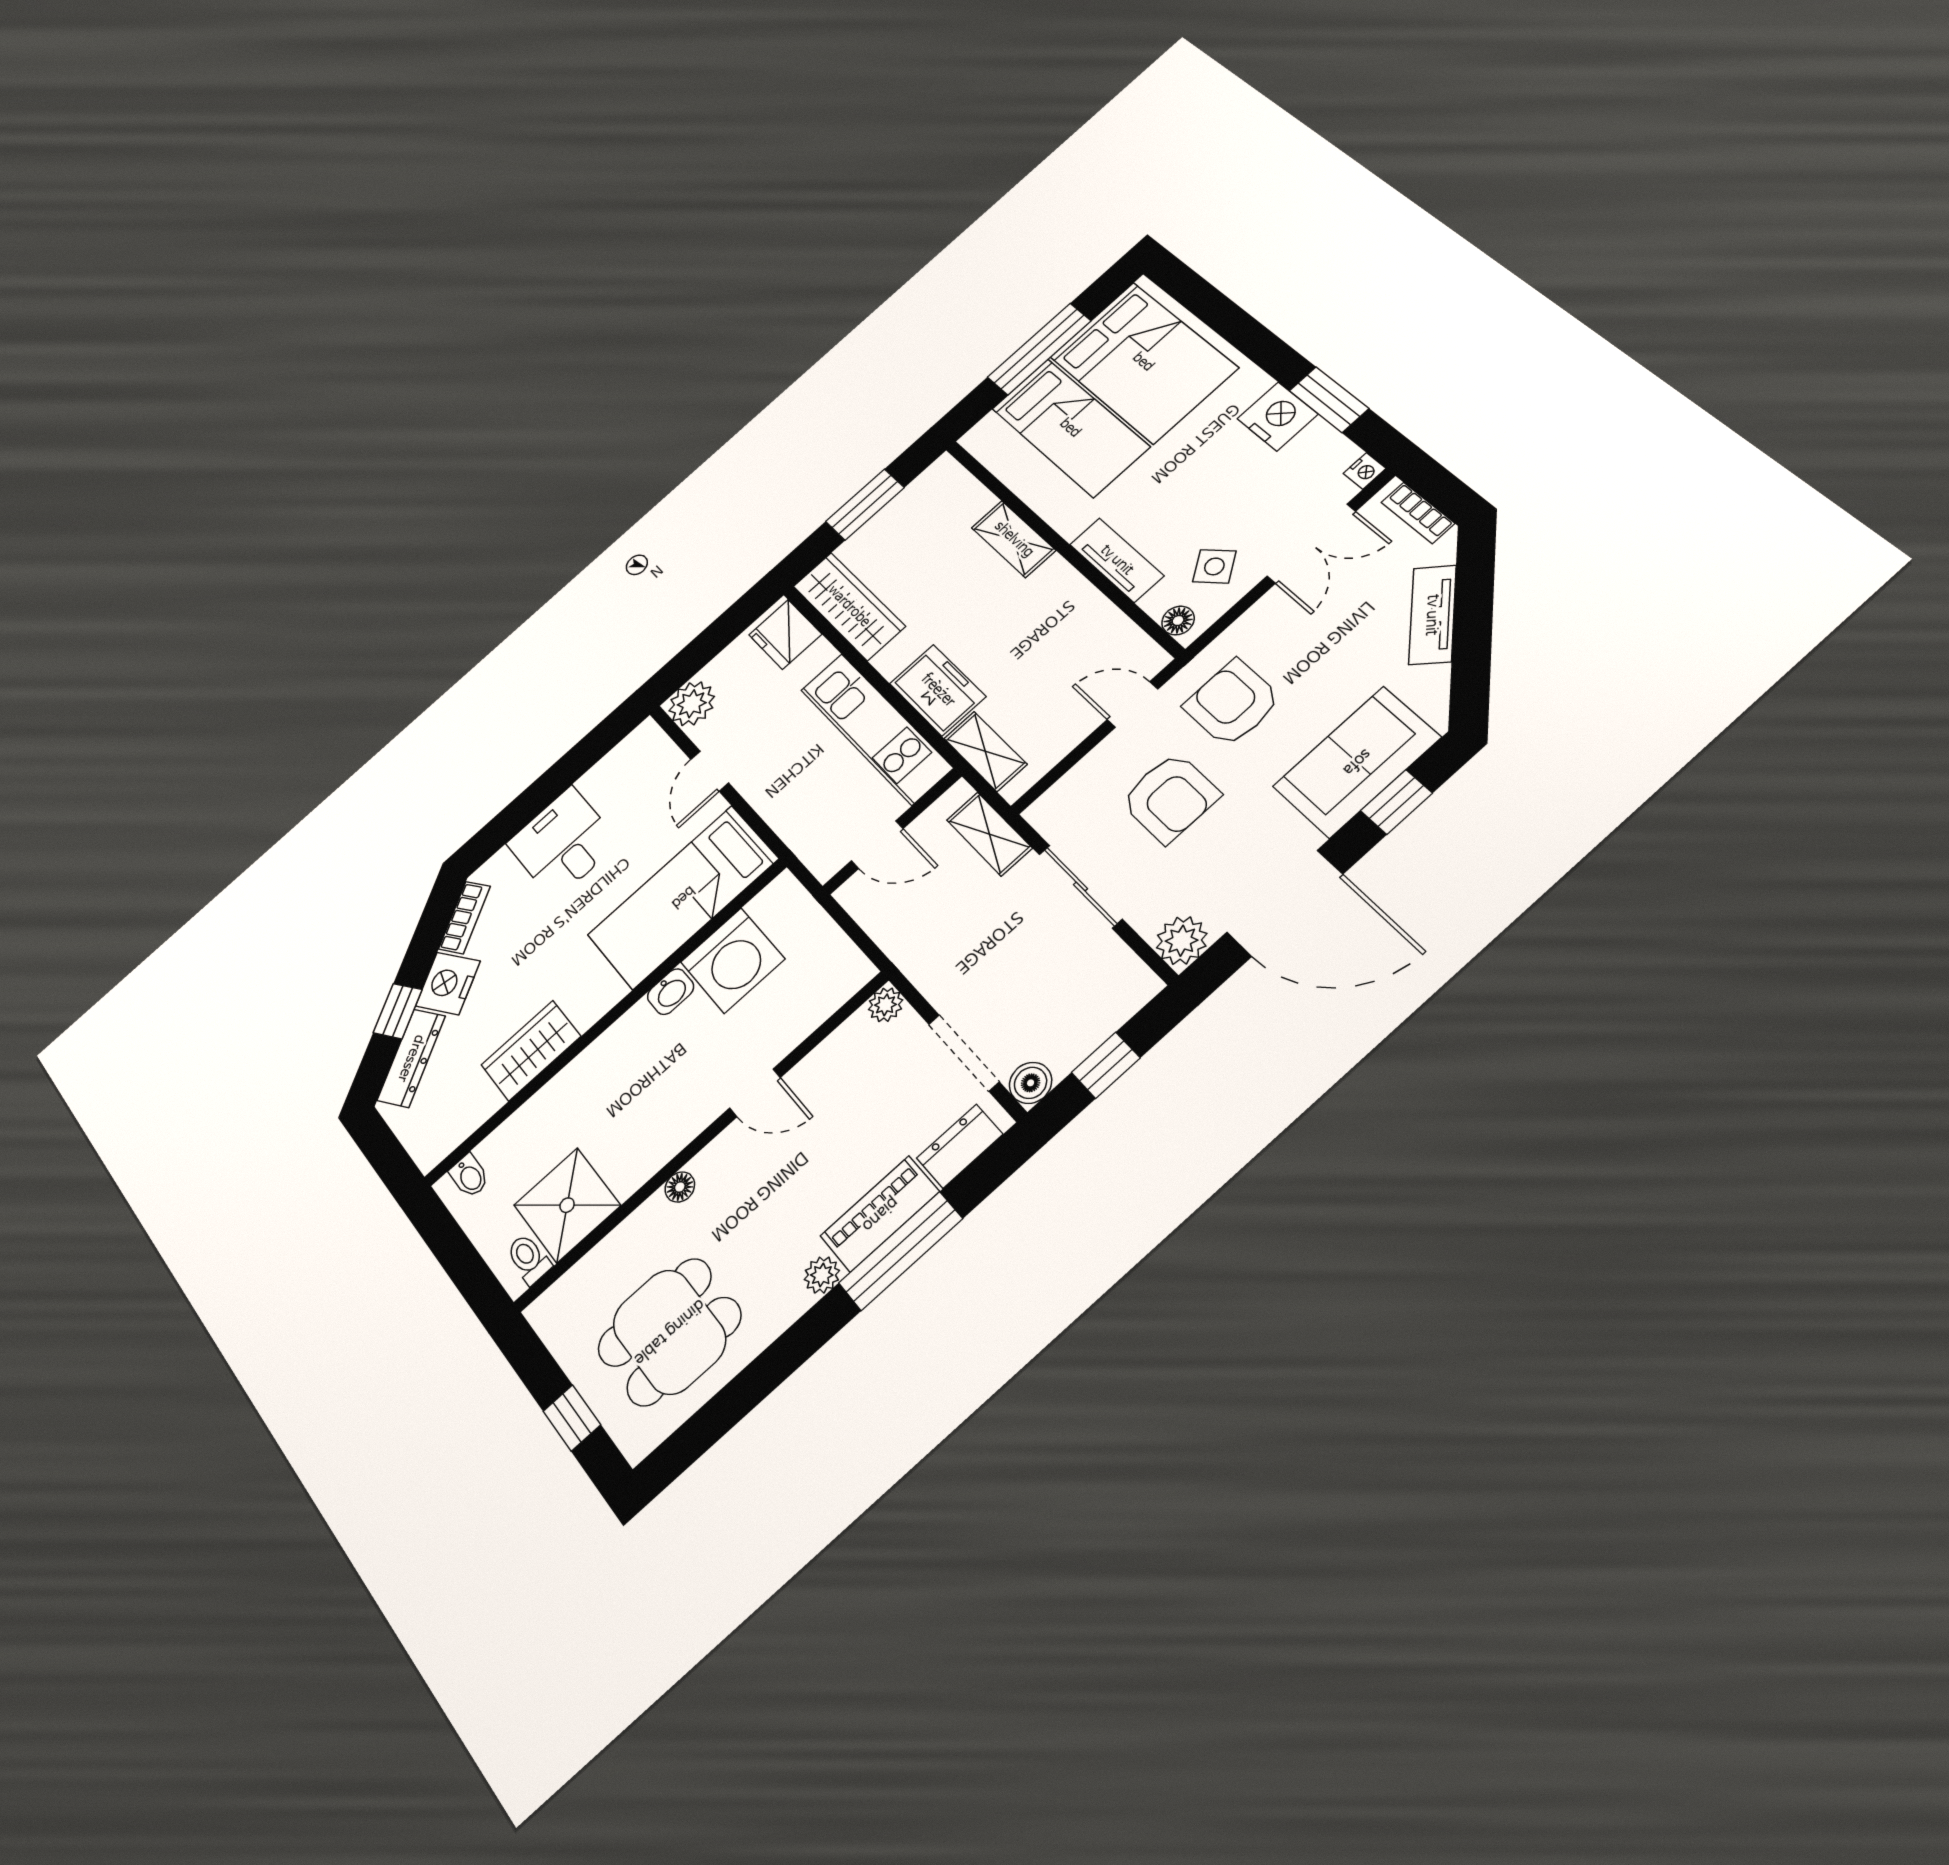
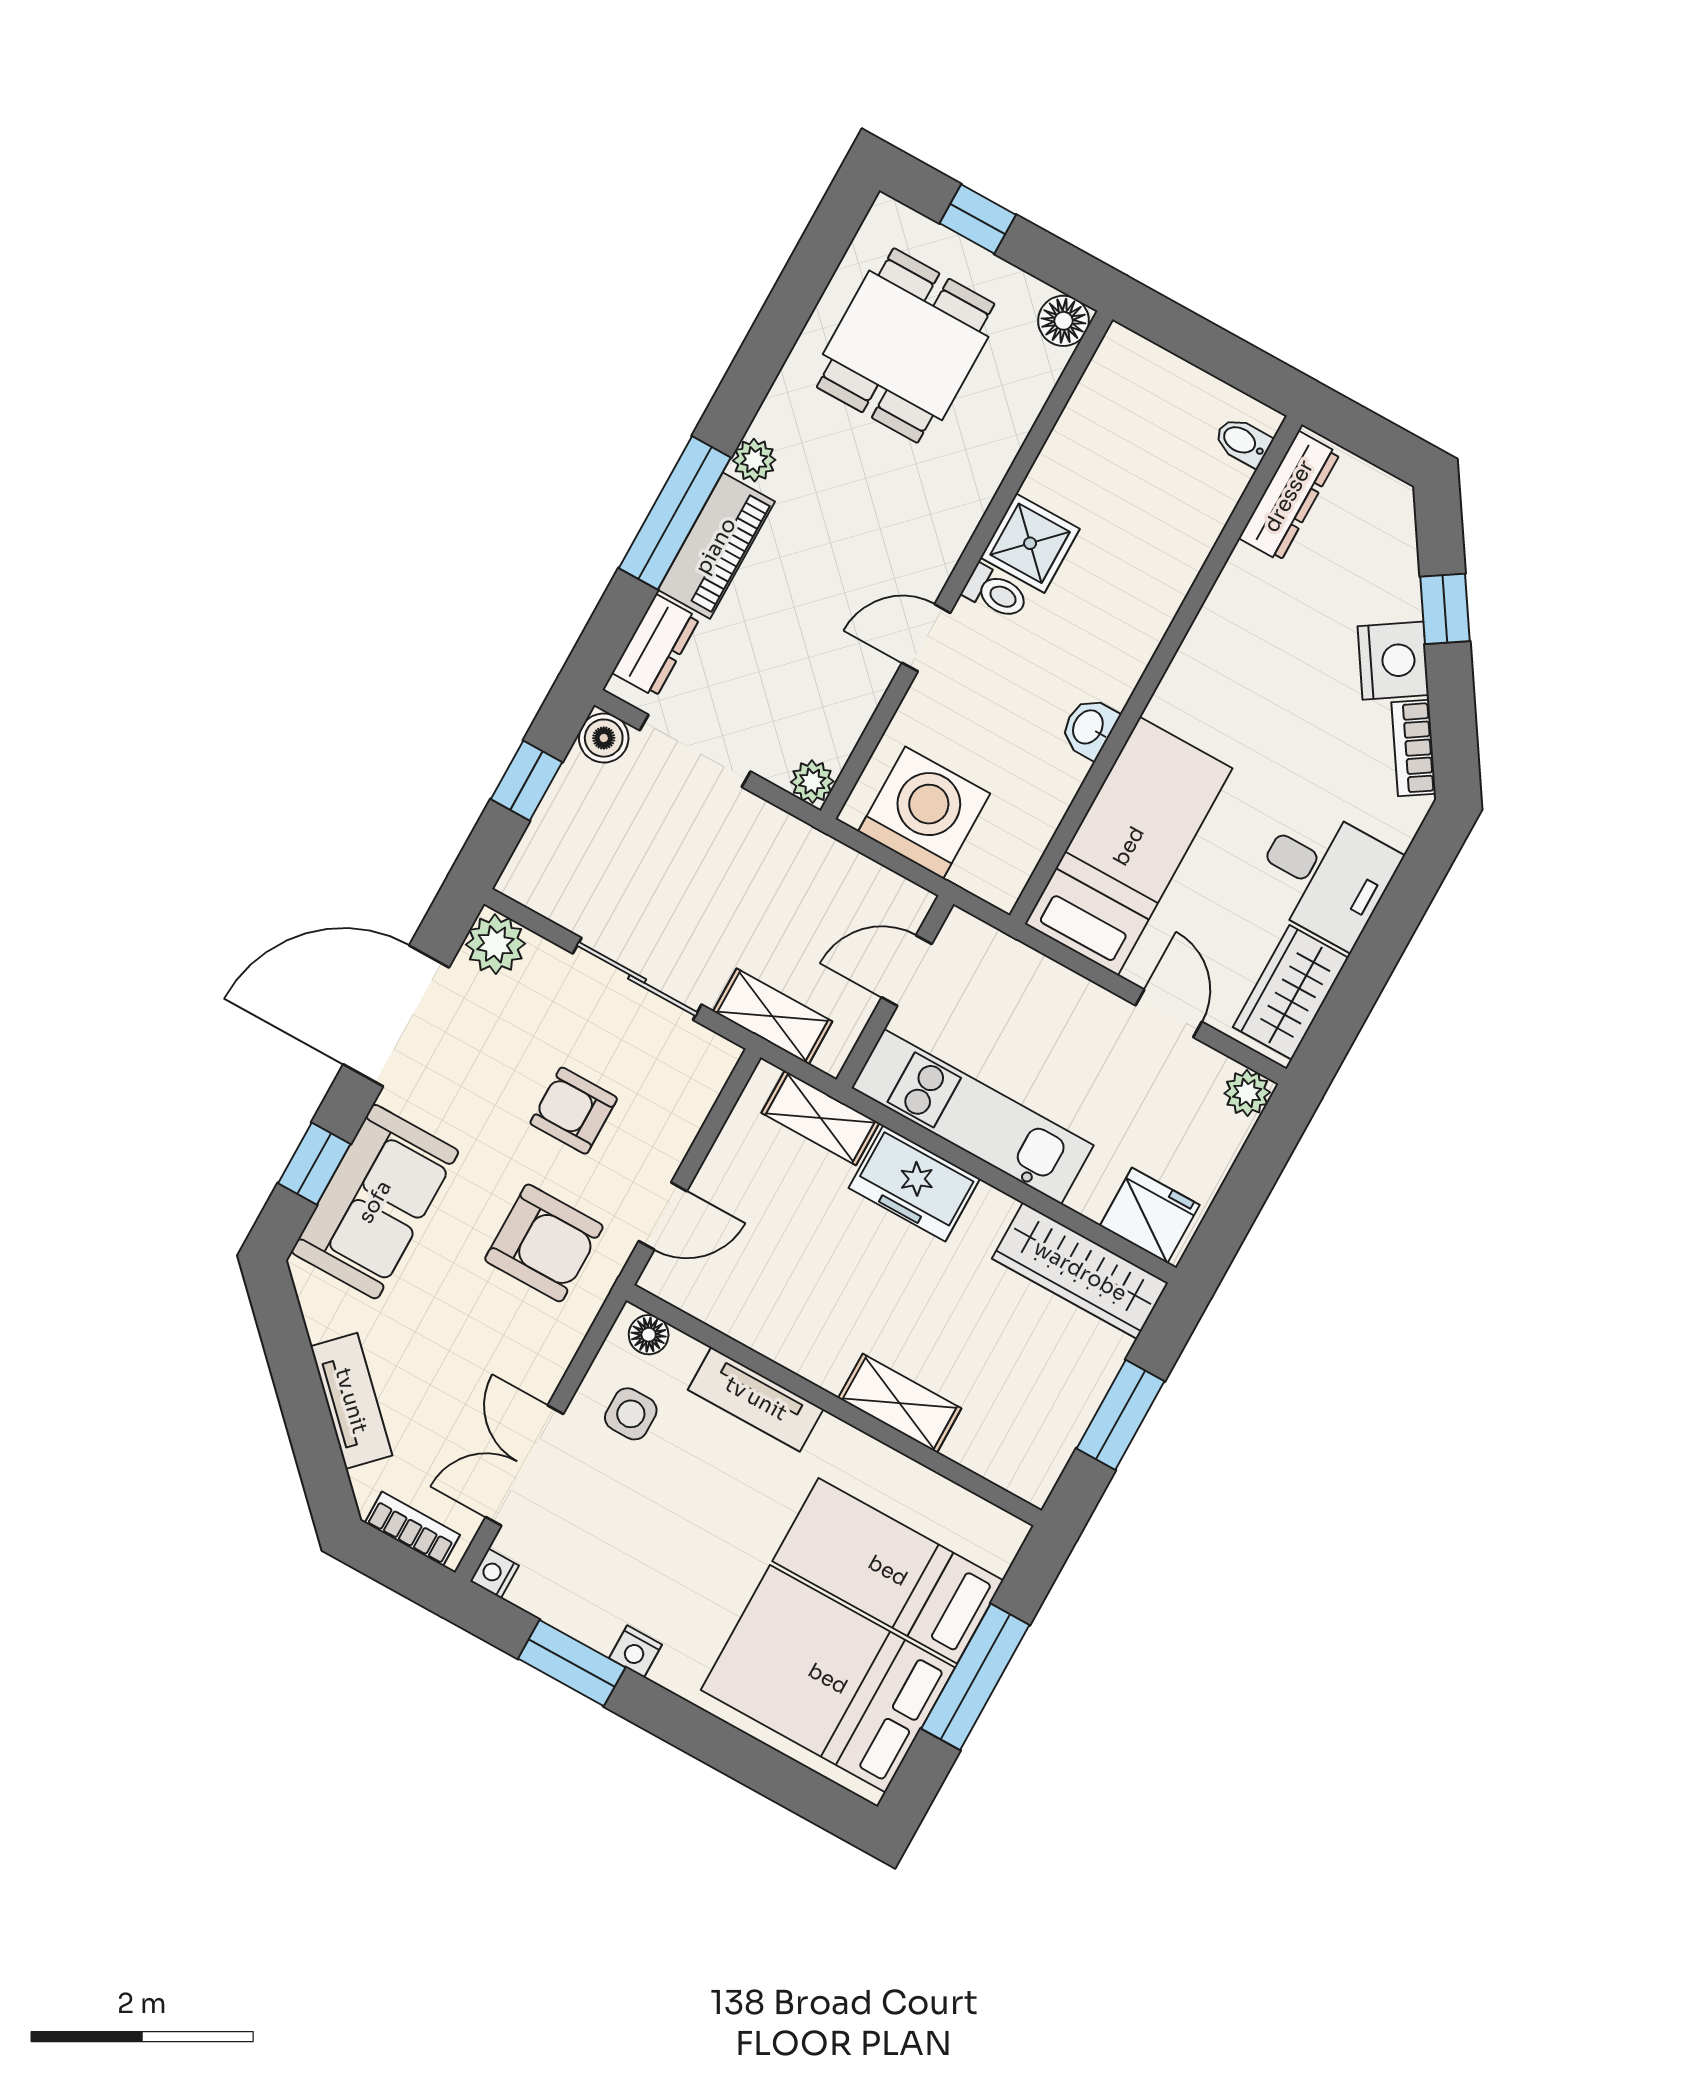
nightstand: (1277, 416) -> (635, 1651), width x0.53, depth x0.56
side table: (1214, 566) -> (631, 1414), turned 37
plant: (692, 704) -> (1247, 1093), width x0.73, depth x0.73
armchair: (1170, 797) -> (574, 1111), width x0.72, depth x0.72
washing machine: (733, 960) -> (924, 813), moved, turned 90
wardrobe: (531, 1051) -> (1291, 992), moved, turned 180
dresser: (411, 1058) -> (1289, 496), moved, turned -147
floor lamp: (680, 1187) -> (1063, 321), moved, width x1.37, depth x1.37
shower: (567, 1205) -> (1030, 543), moved, width x0.73, depth x0.73
toilet: (529, 1259) -> (996, 593), moved

